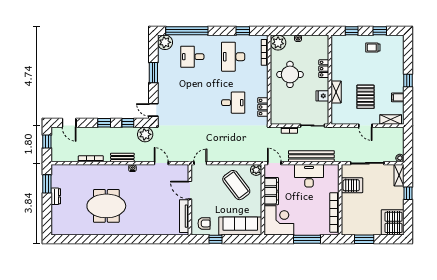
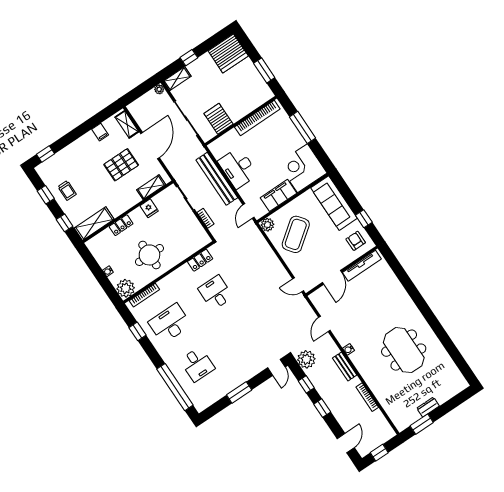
plant: (165, 42) -> (201, 401), removed
shelving: (337, 51) -> (94, 224), added
desk: (233, 57) -> (170, 324), turned 180
window: (408, 81) -> (46, 154), moved
shelving: (336, 92) -> (151, 187), moved
door: (365, 126) -> (150, 146), width x1.87

